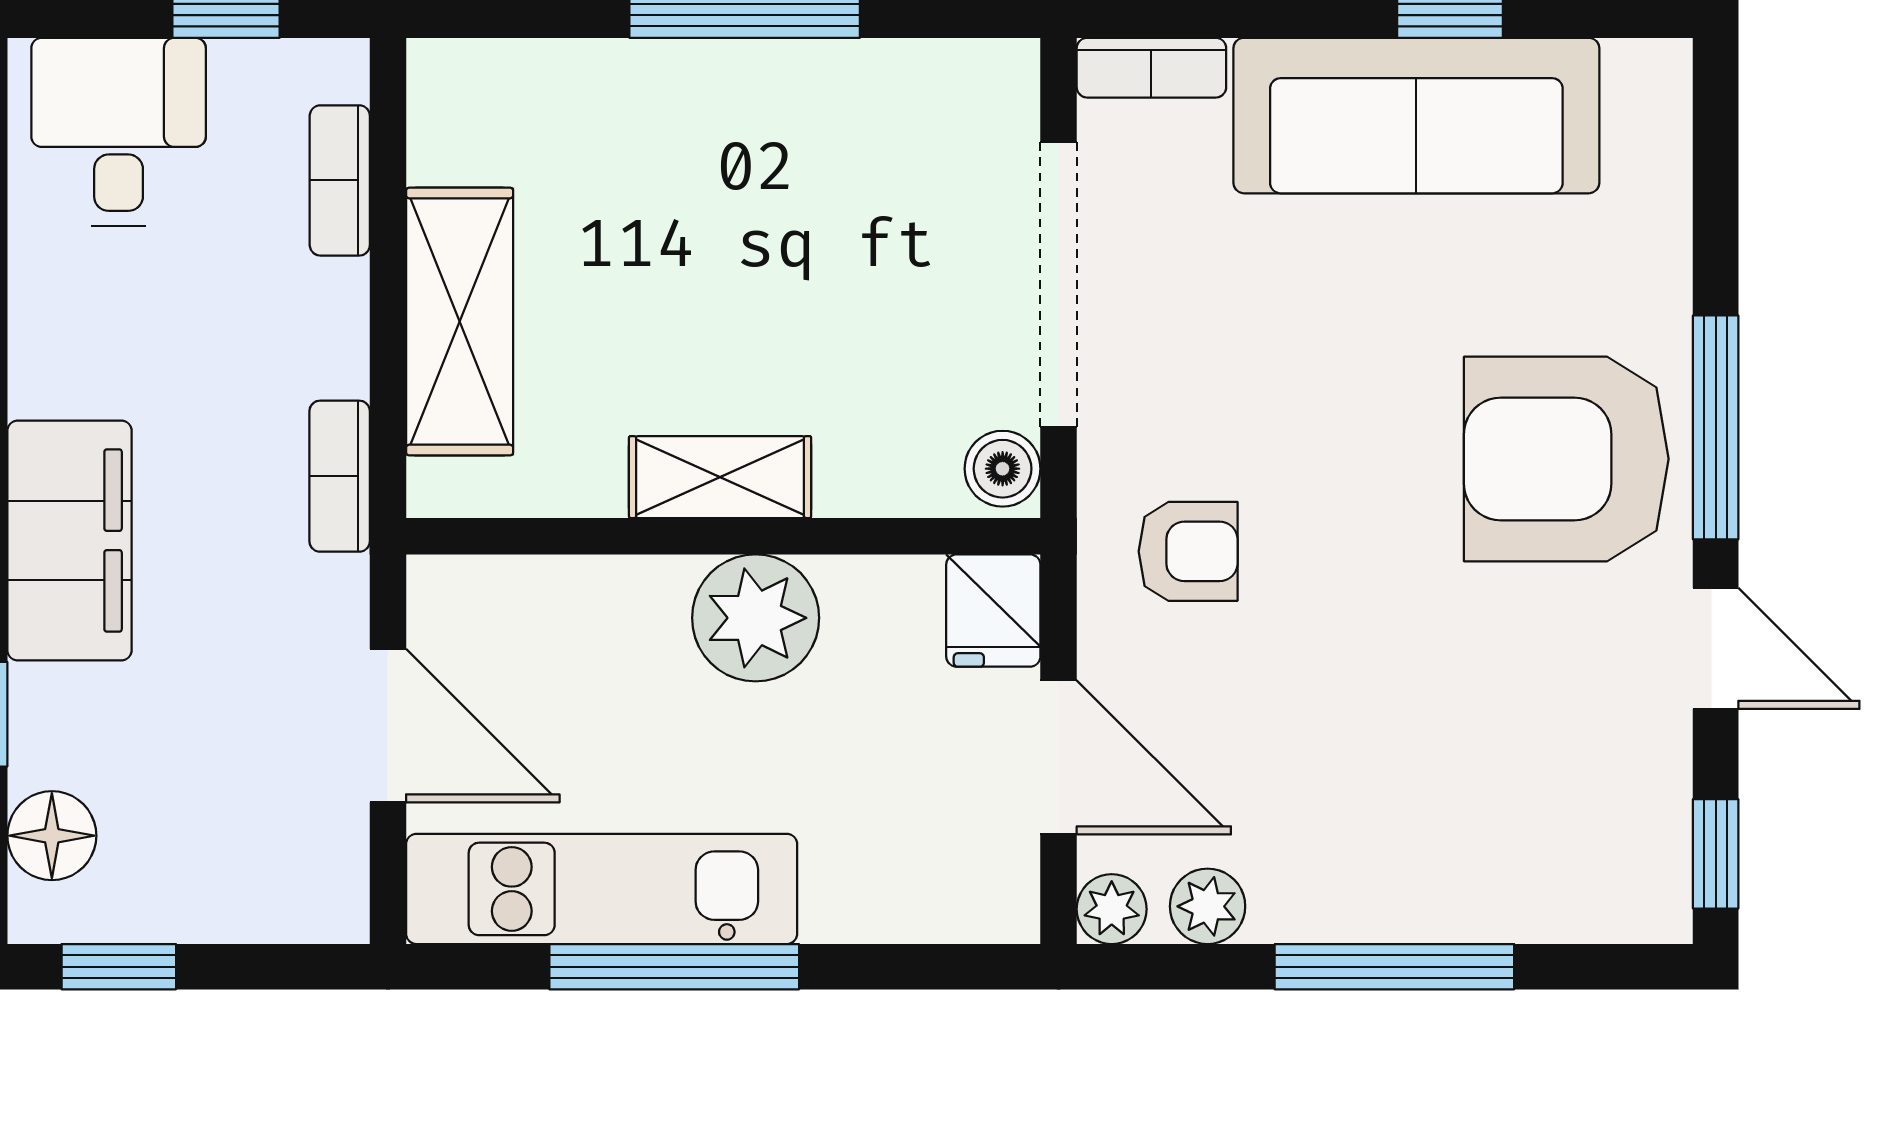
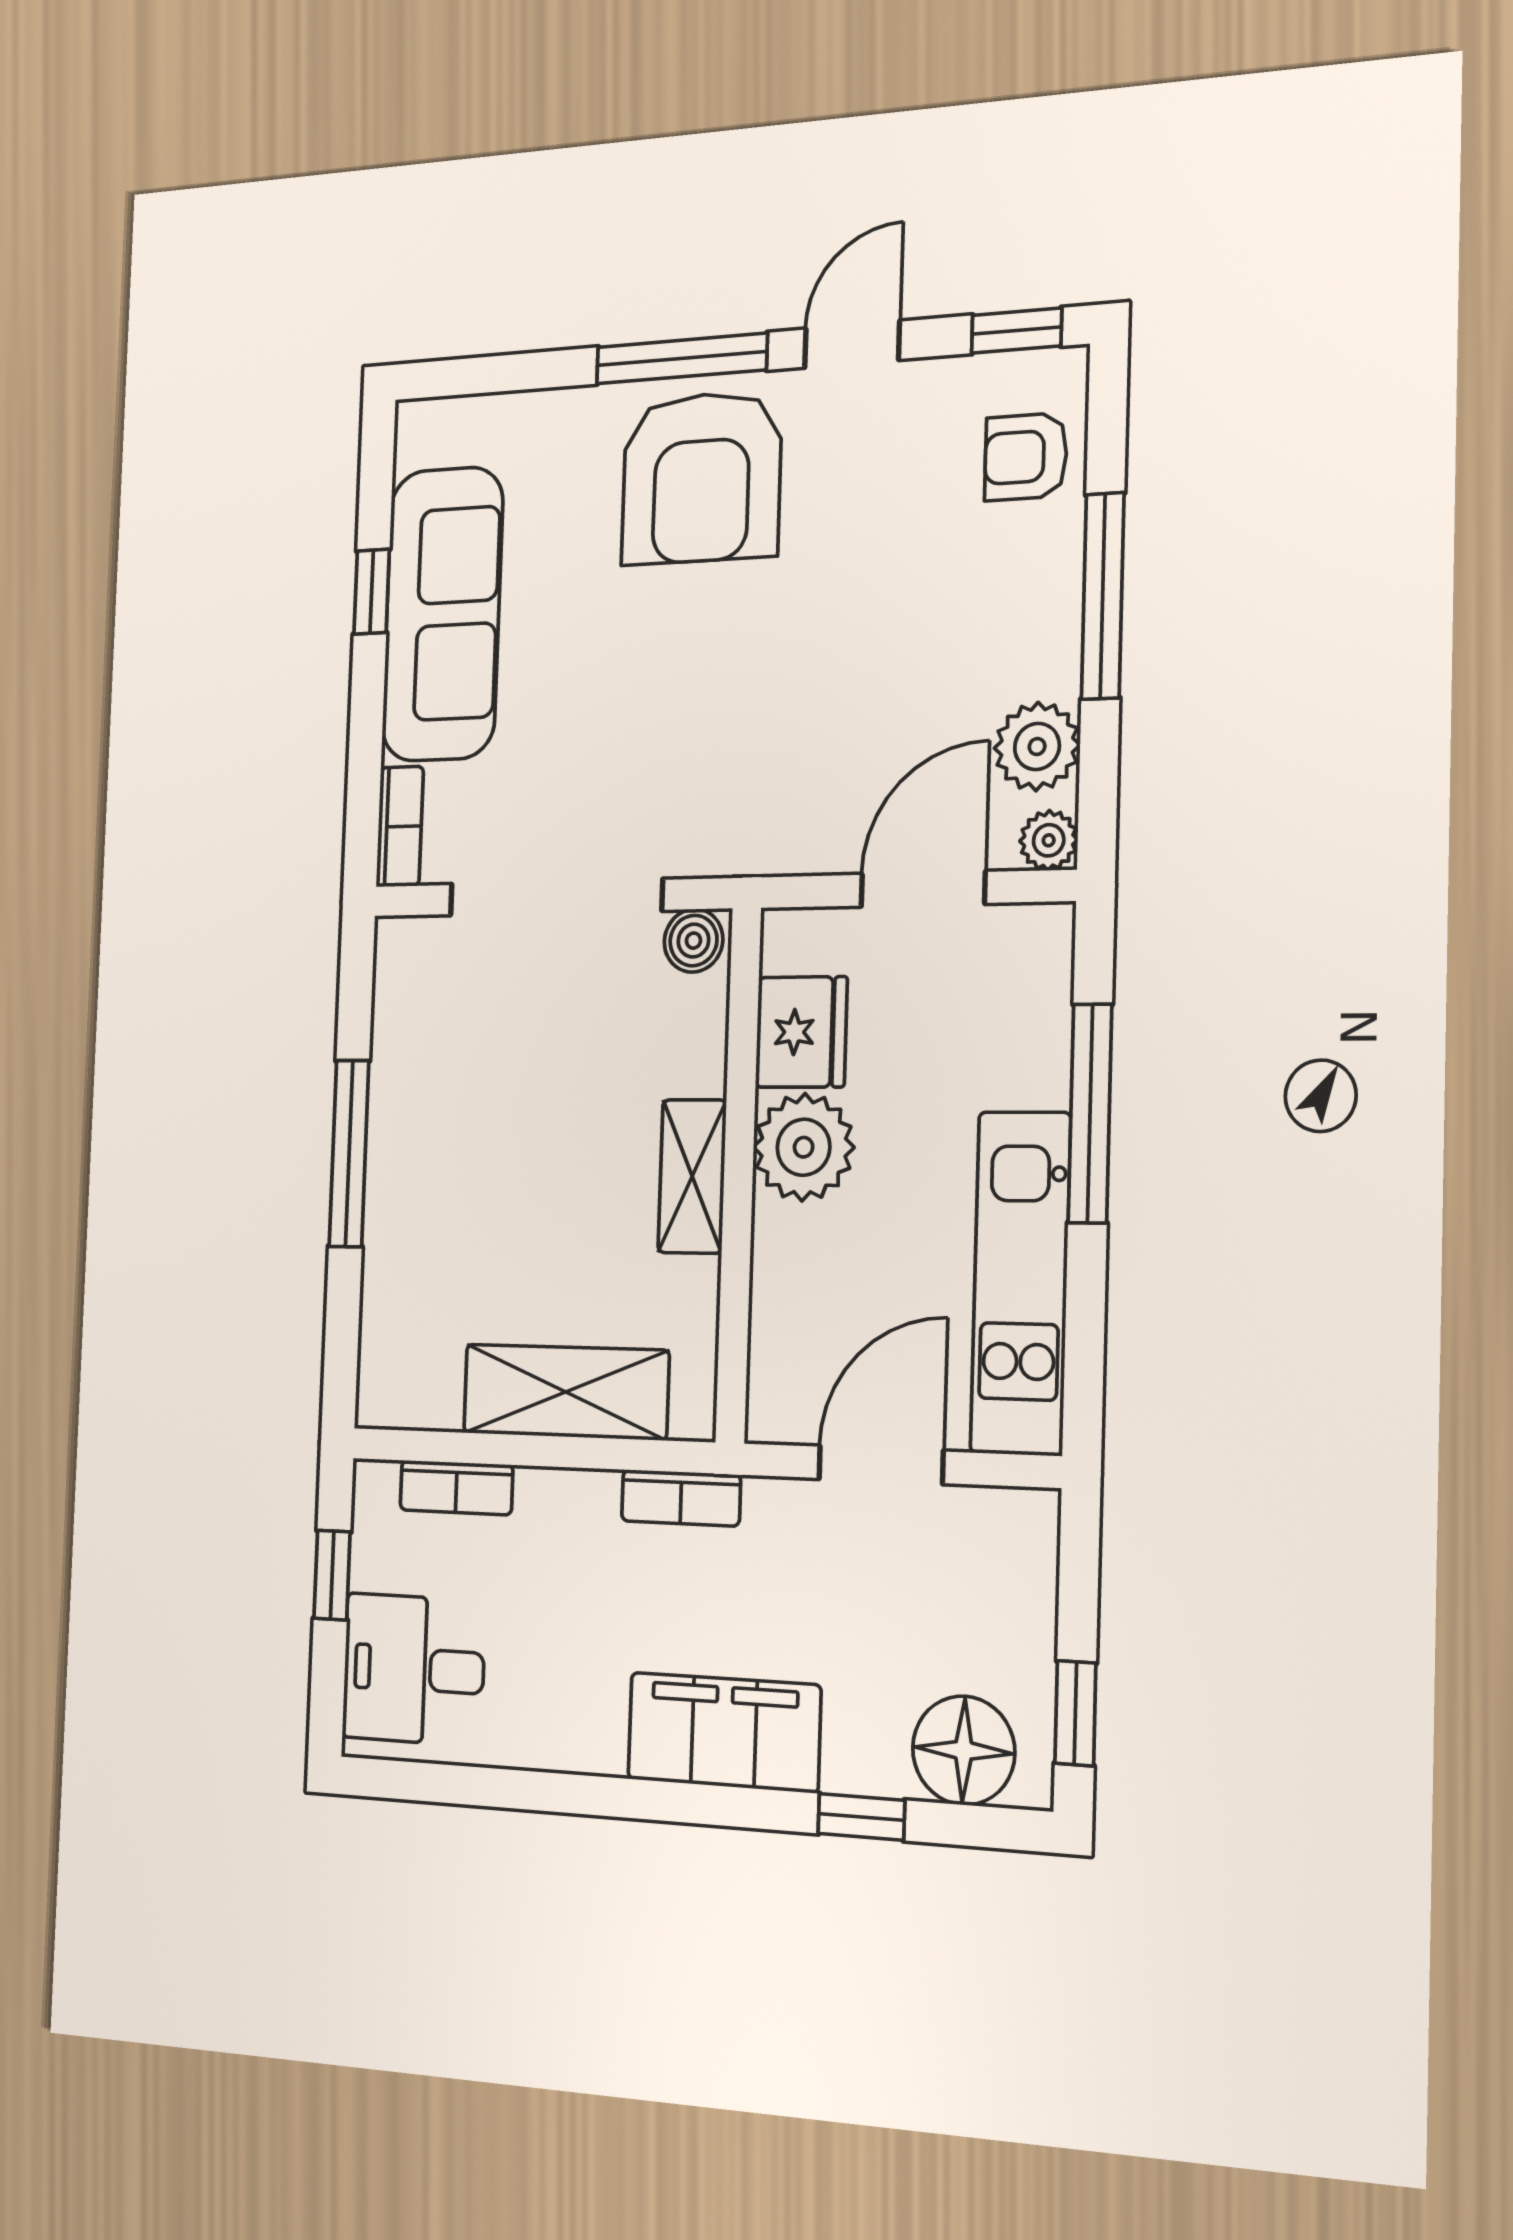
armchair: (1188, 551) -> (1026, 457), moved, turned -90
fridge: (993, 611) -> (801, 1032), moved, width x1.38
floor lamp: (52, 836) -> (964, 1750), width x1.38, depth x1.38
plant: (1208, 906) -> (1037, 747), width x1.38, depth x1.38
window: (674, 967) -> (1090, 1113), moved

